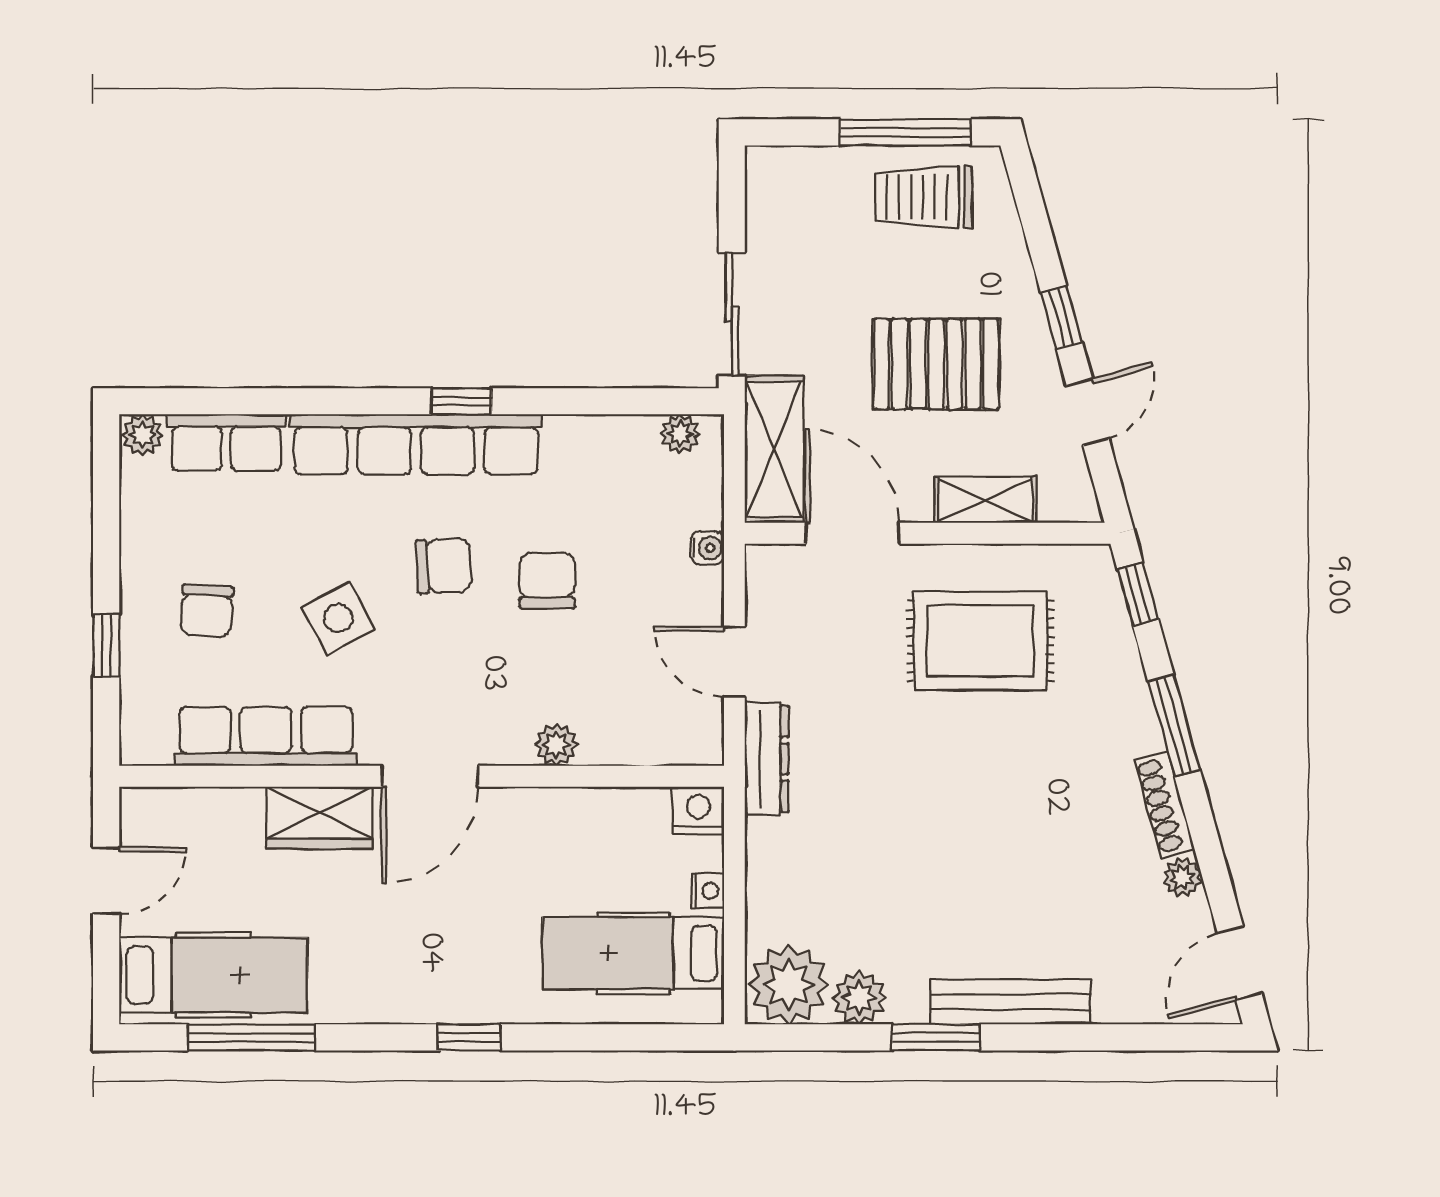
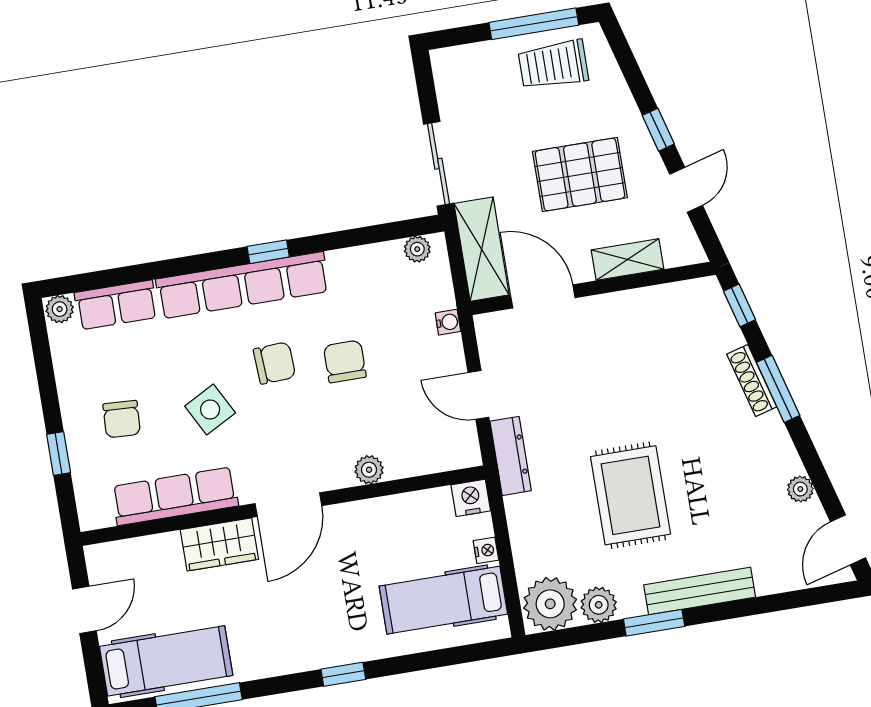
rug: (980, 641) -> (630, 495), moved, turned 90
shoe rack: (1164, 805) -> (752, 381), moved

